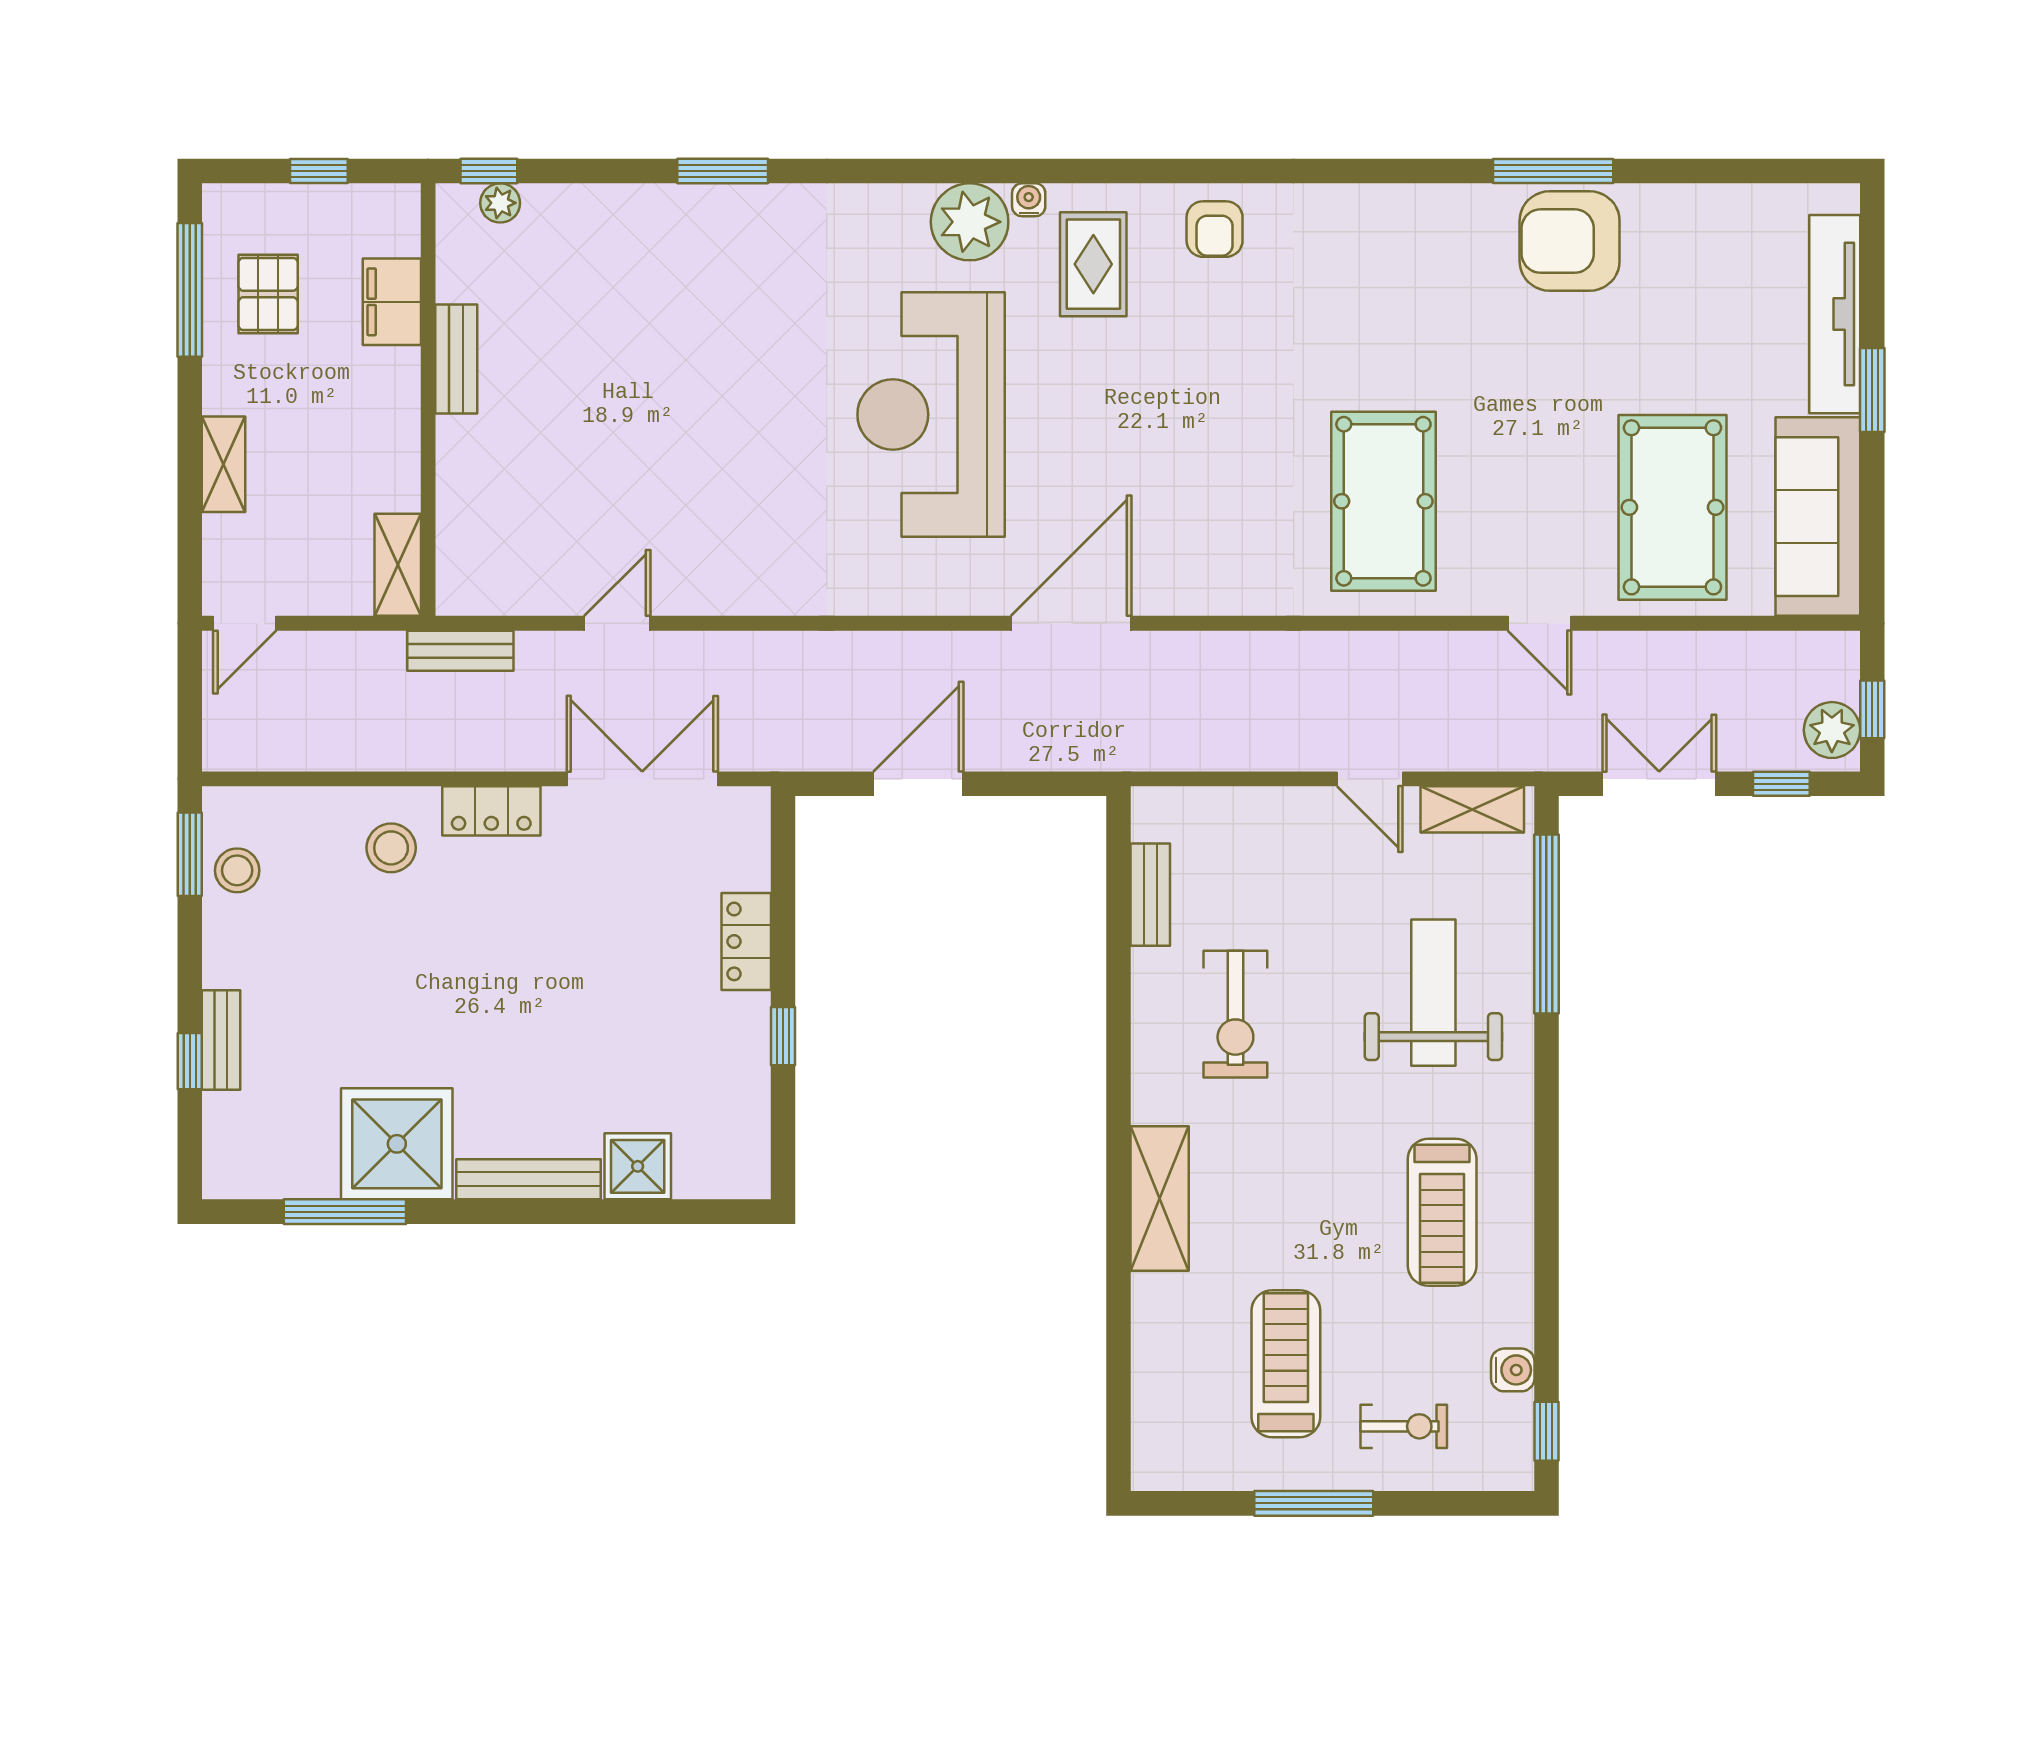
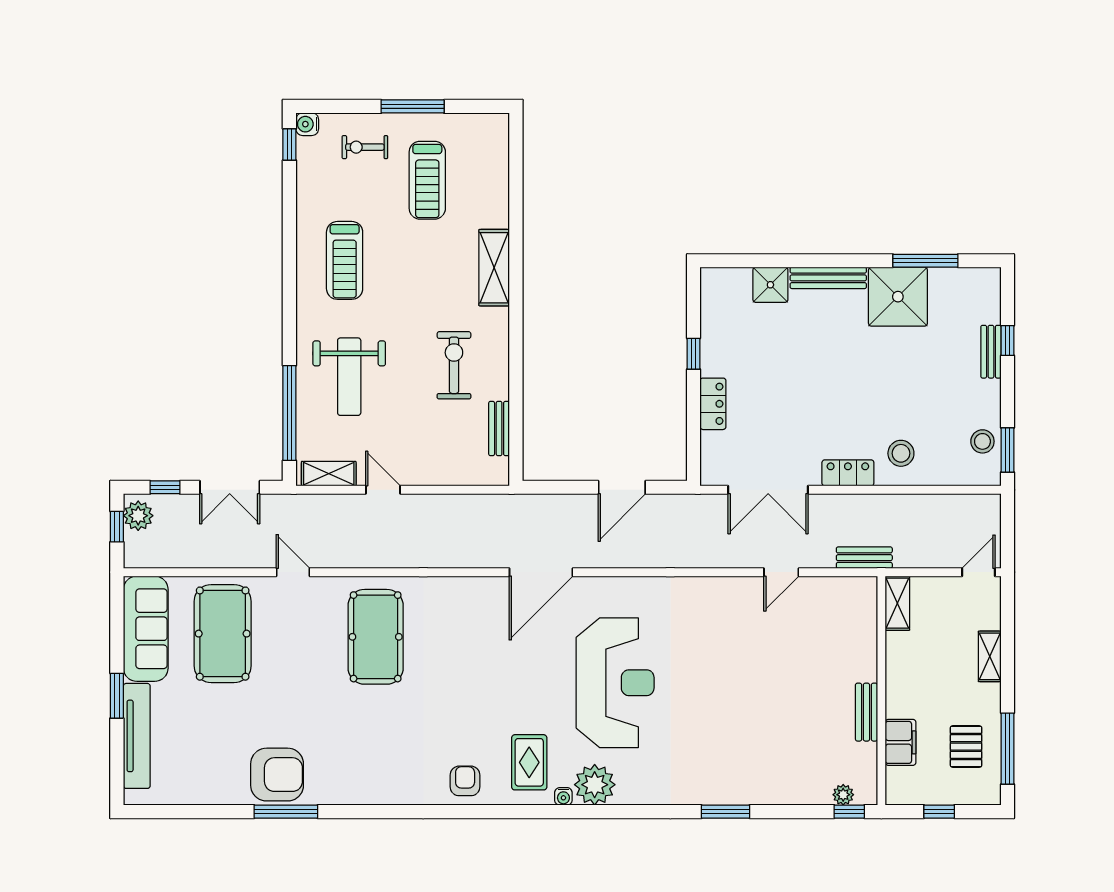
treadmill: (1442, 1212) -> (345, 260), turned 180
water cooler: (1513, 1370) -> (307, 124), moved

